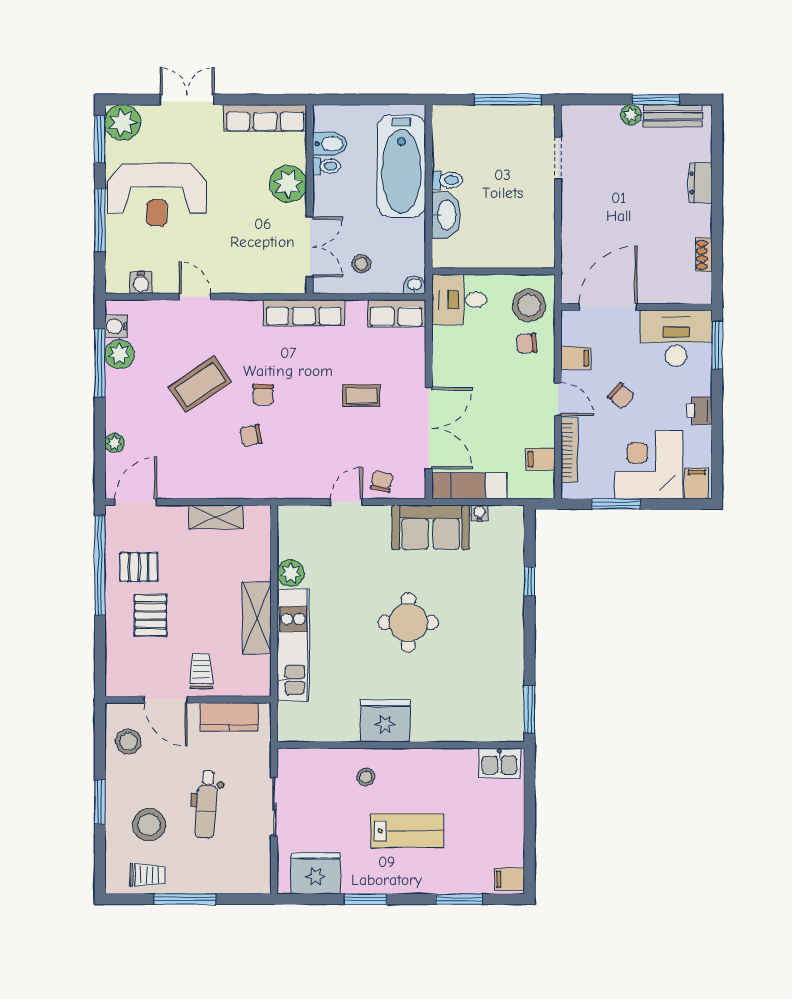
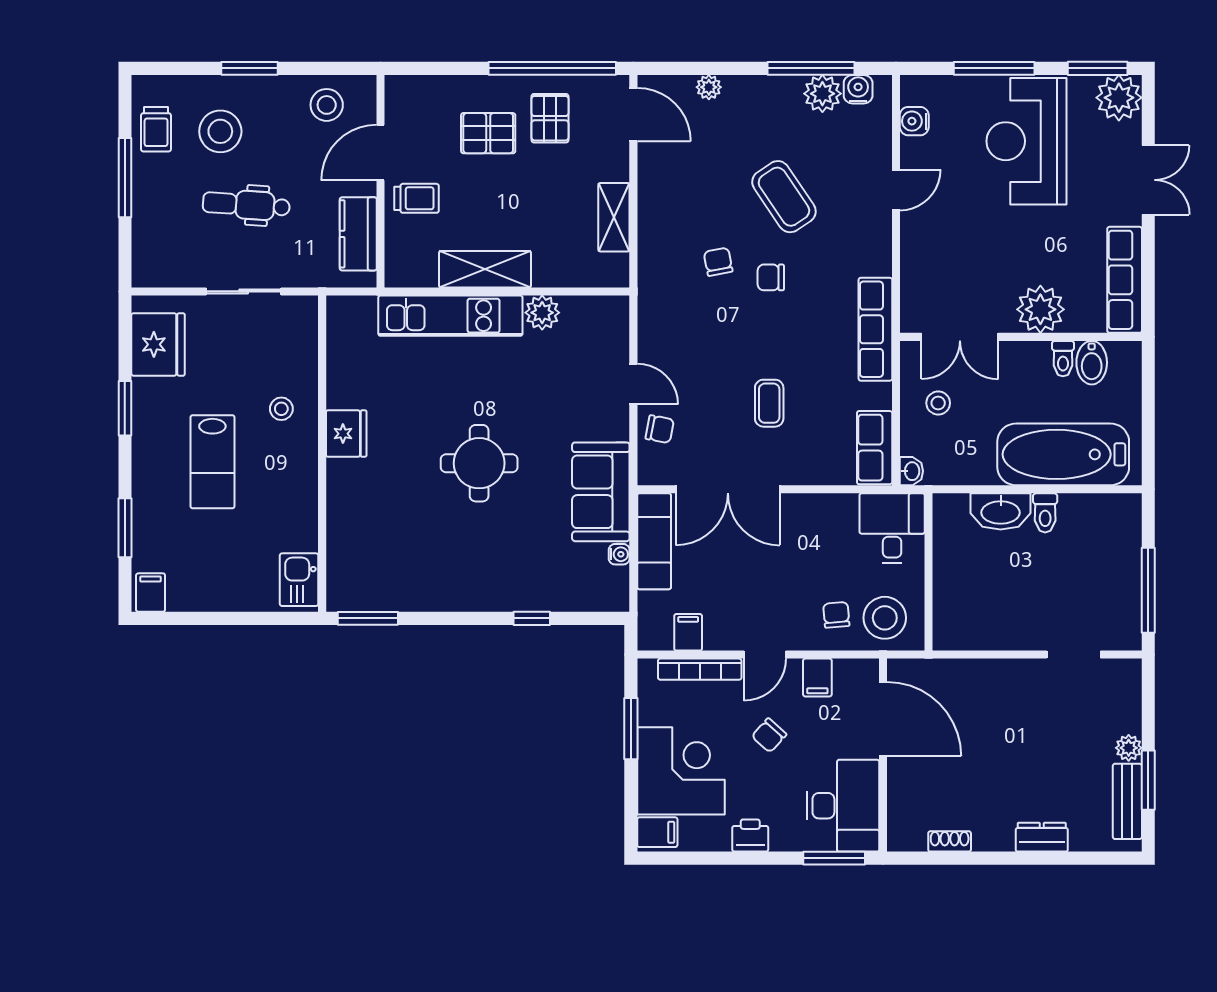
fridge: (385, 721) -> (346, 434), width x0.73, depth x0.75

